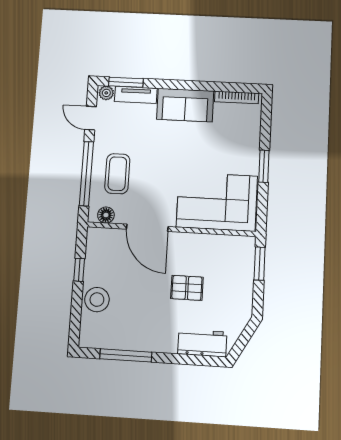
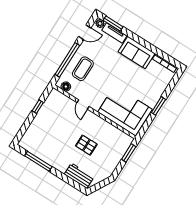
door: (91, 118) -> (85, 32), swing flipped
door: (147, 228) -> (83, 104), width x0.53
stool: (97, 300) -> (39, 126), removed

